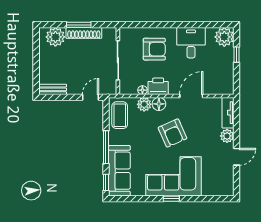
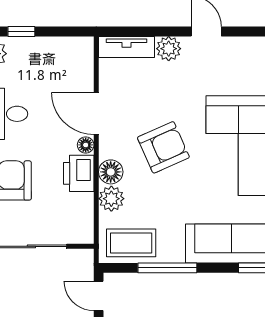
floor lamp: (142, 90) -> (86, 145), moved
window: (106, 147) -> (167, 268), moved

